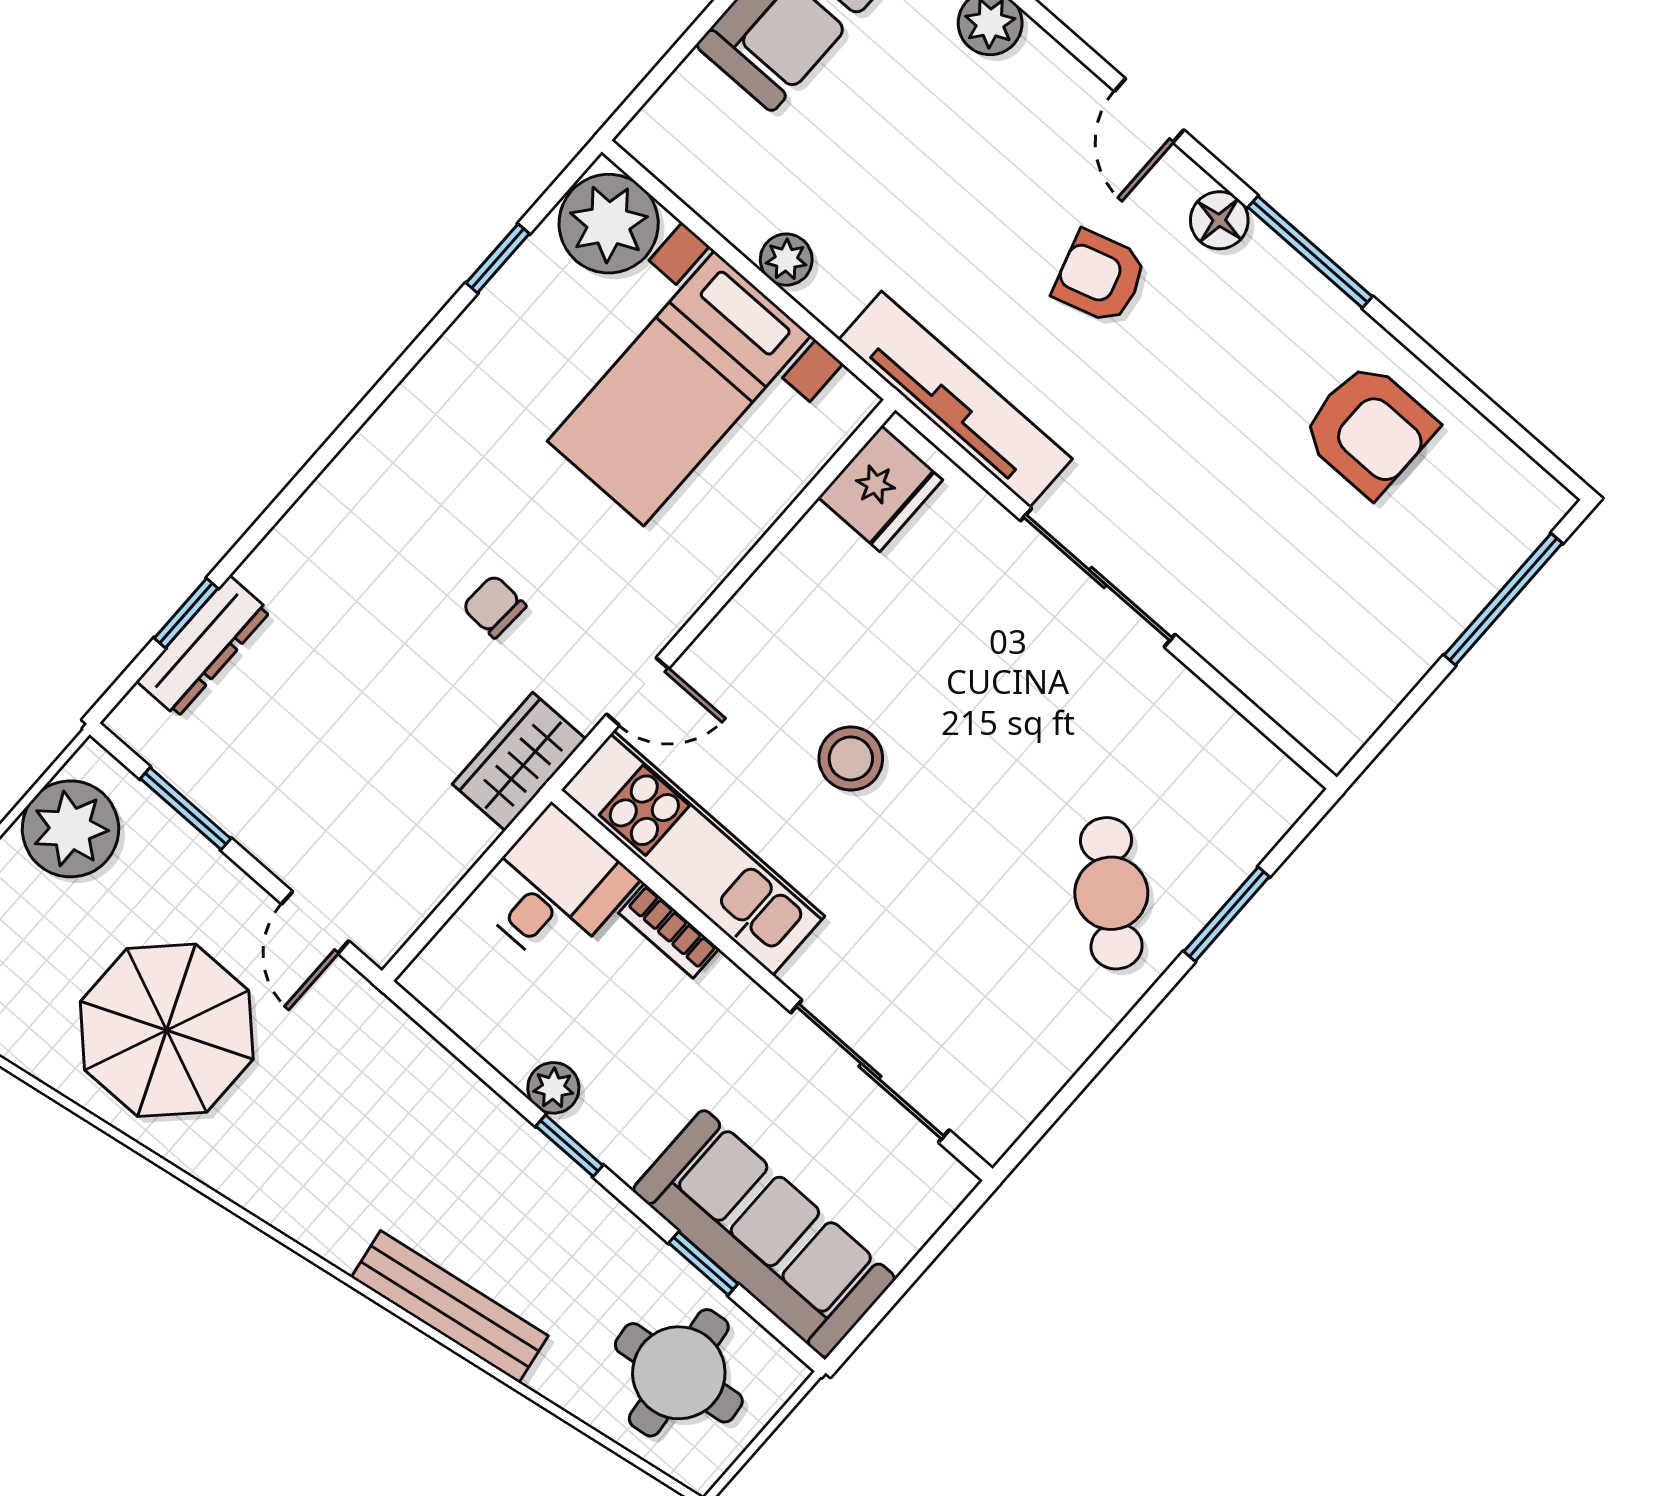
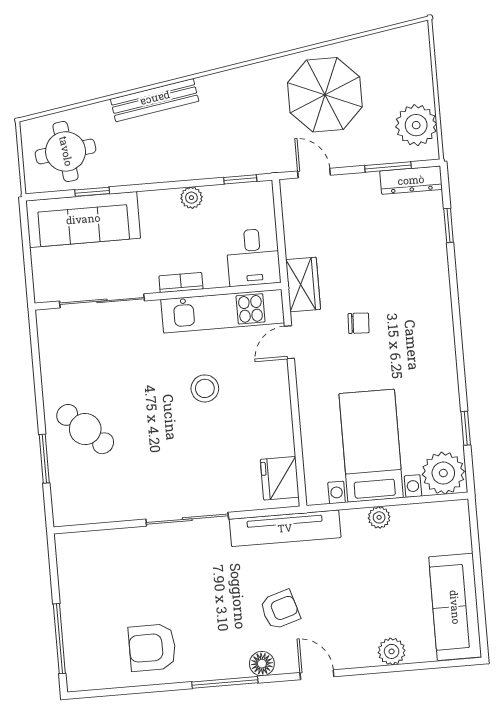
dresser: (204, 646) -> (411, 180), moved, turned -90
bookcase: (669, 931) -> (181, 283), moved
window: (569, 1146) -> (240, 179), moved

